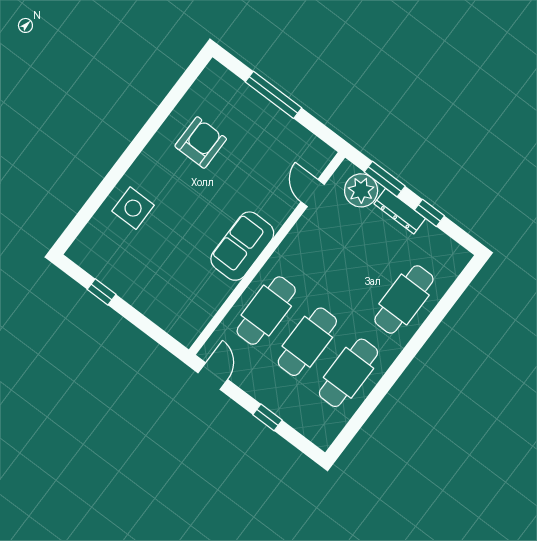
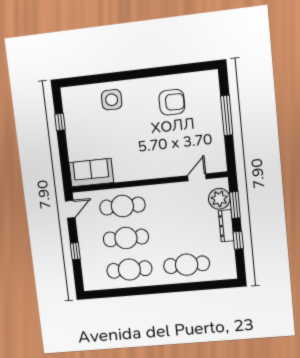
sofa: (242, 246) -> (91, 173), moved

